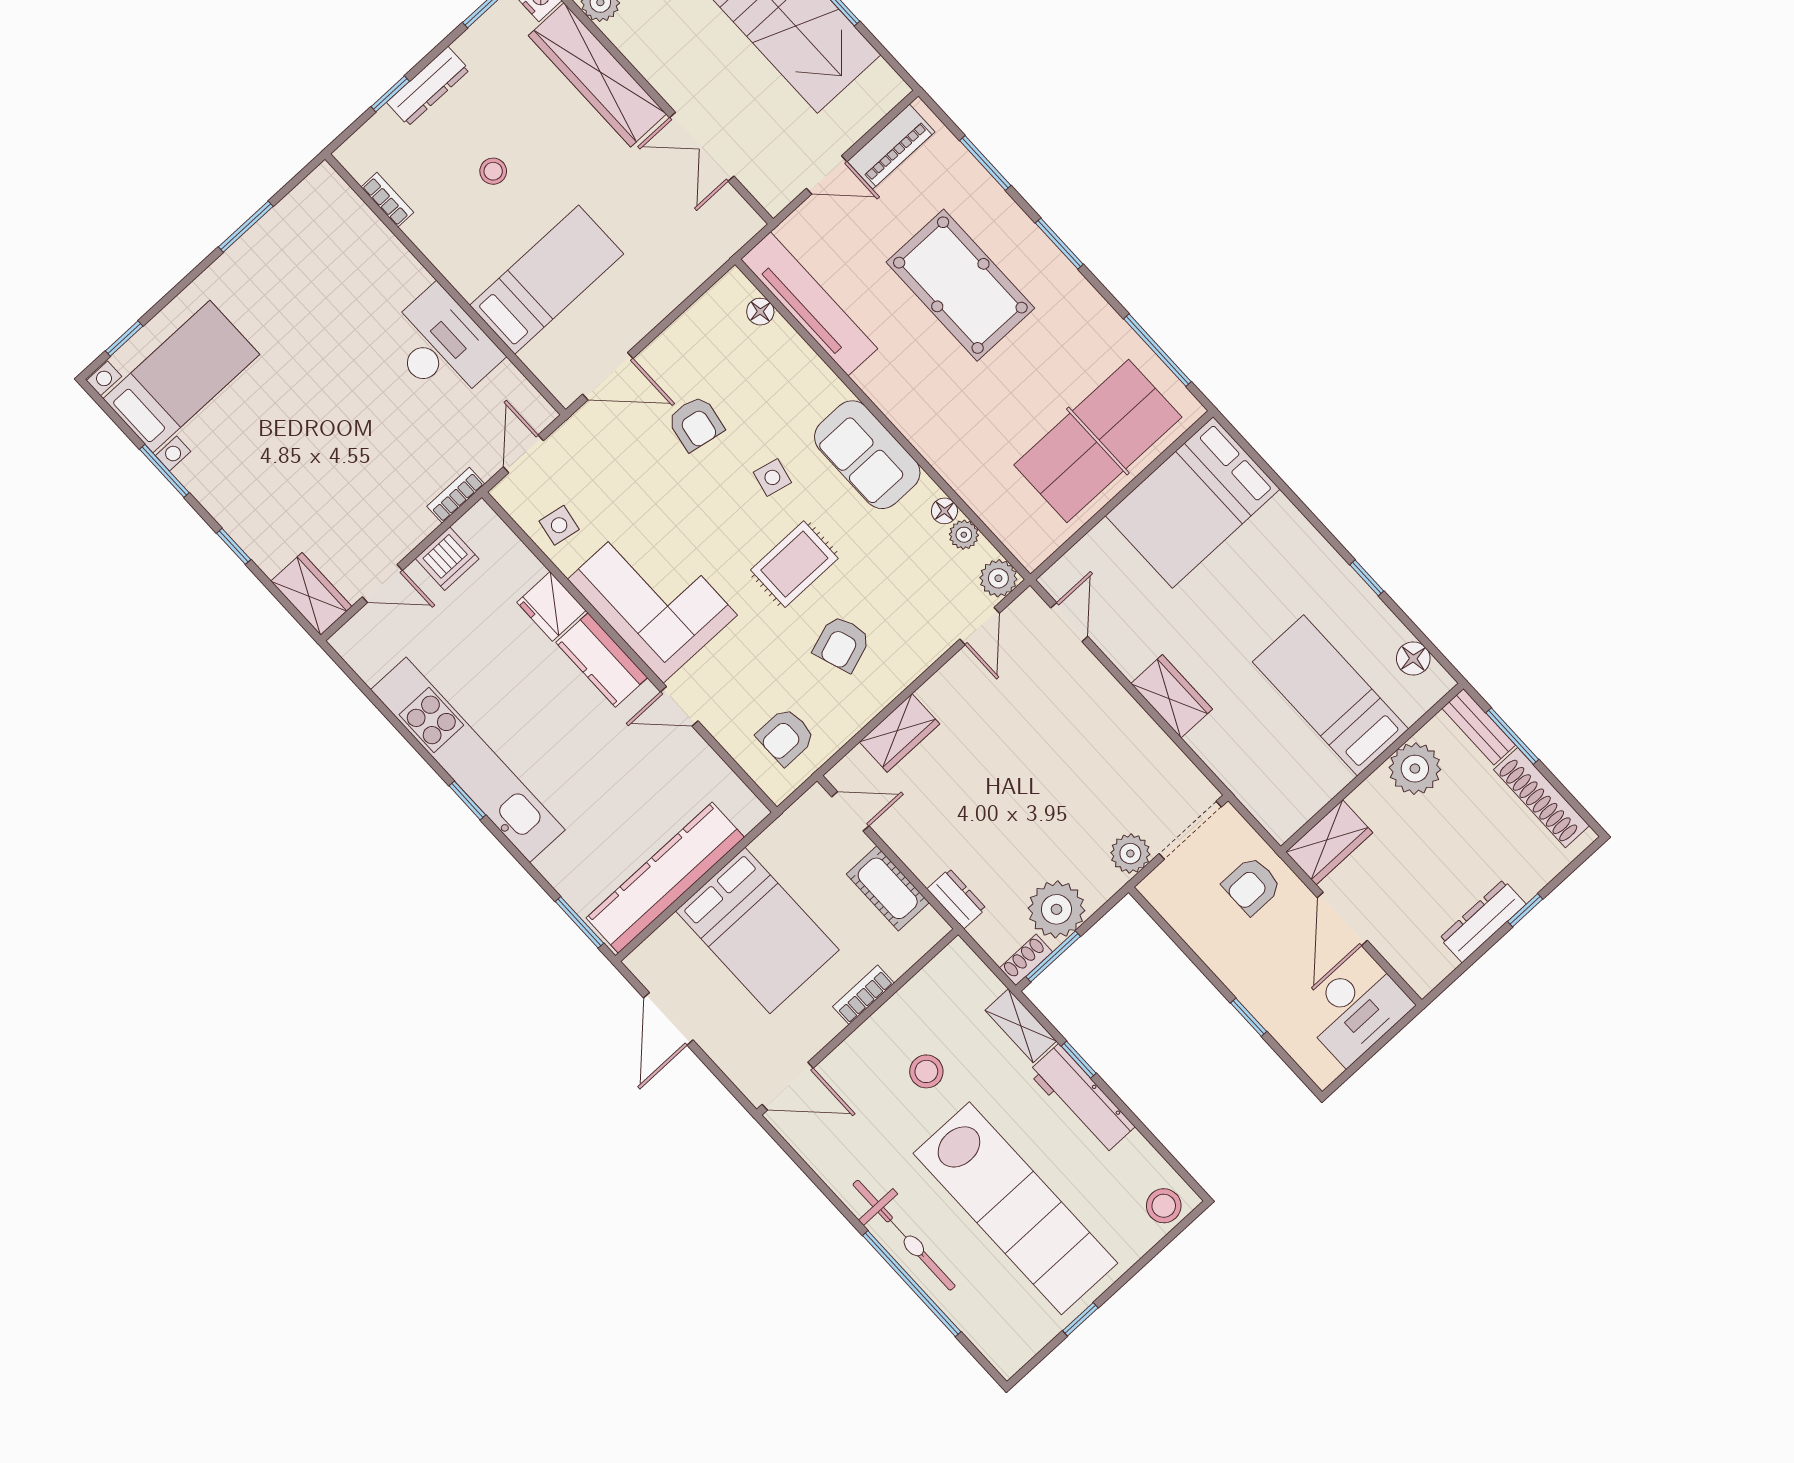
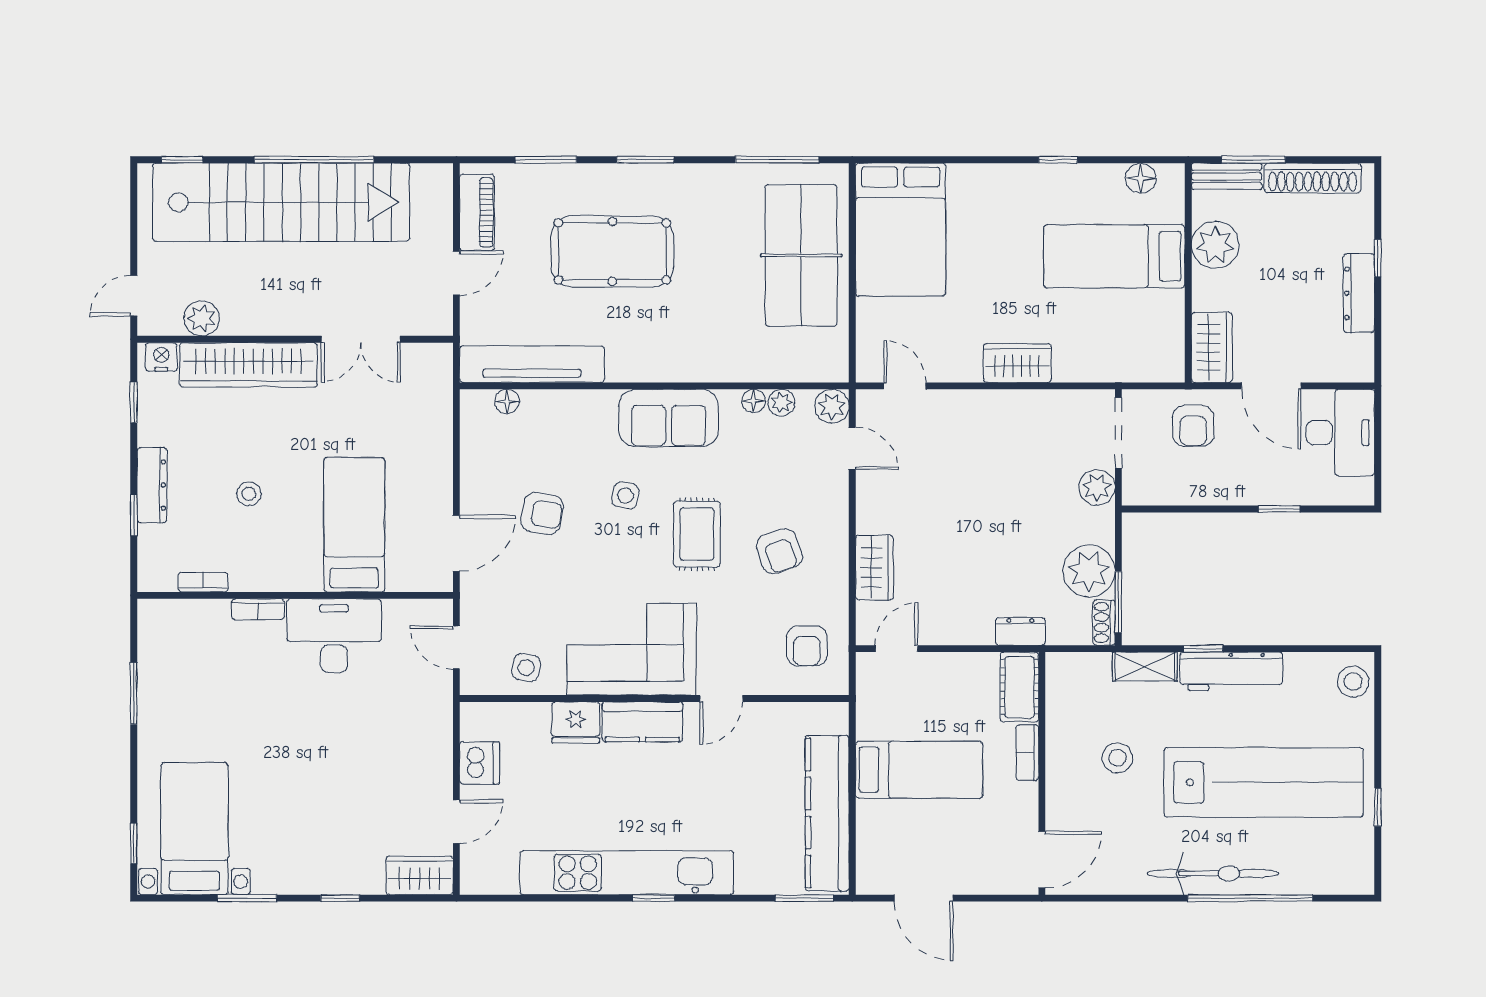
bookcase: (456, 495) -> (258, 609), moved, turned -90
cot: (888, 888) -> (1019, 687), moved, turned 90
bed: (757, 930) -> (919, 770), width x0.67

